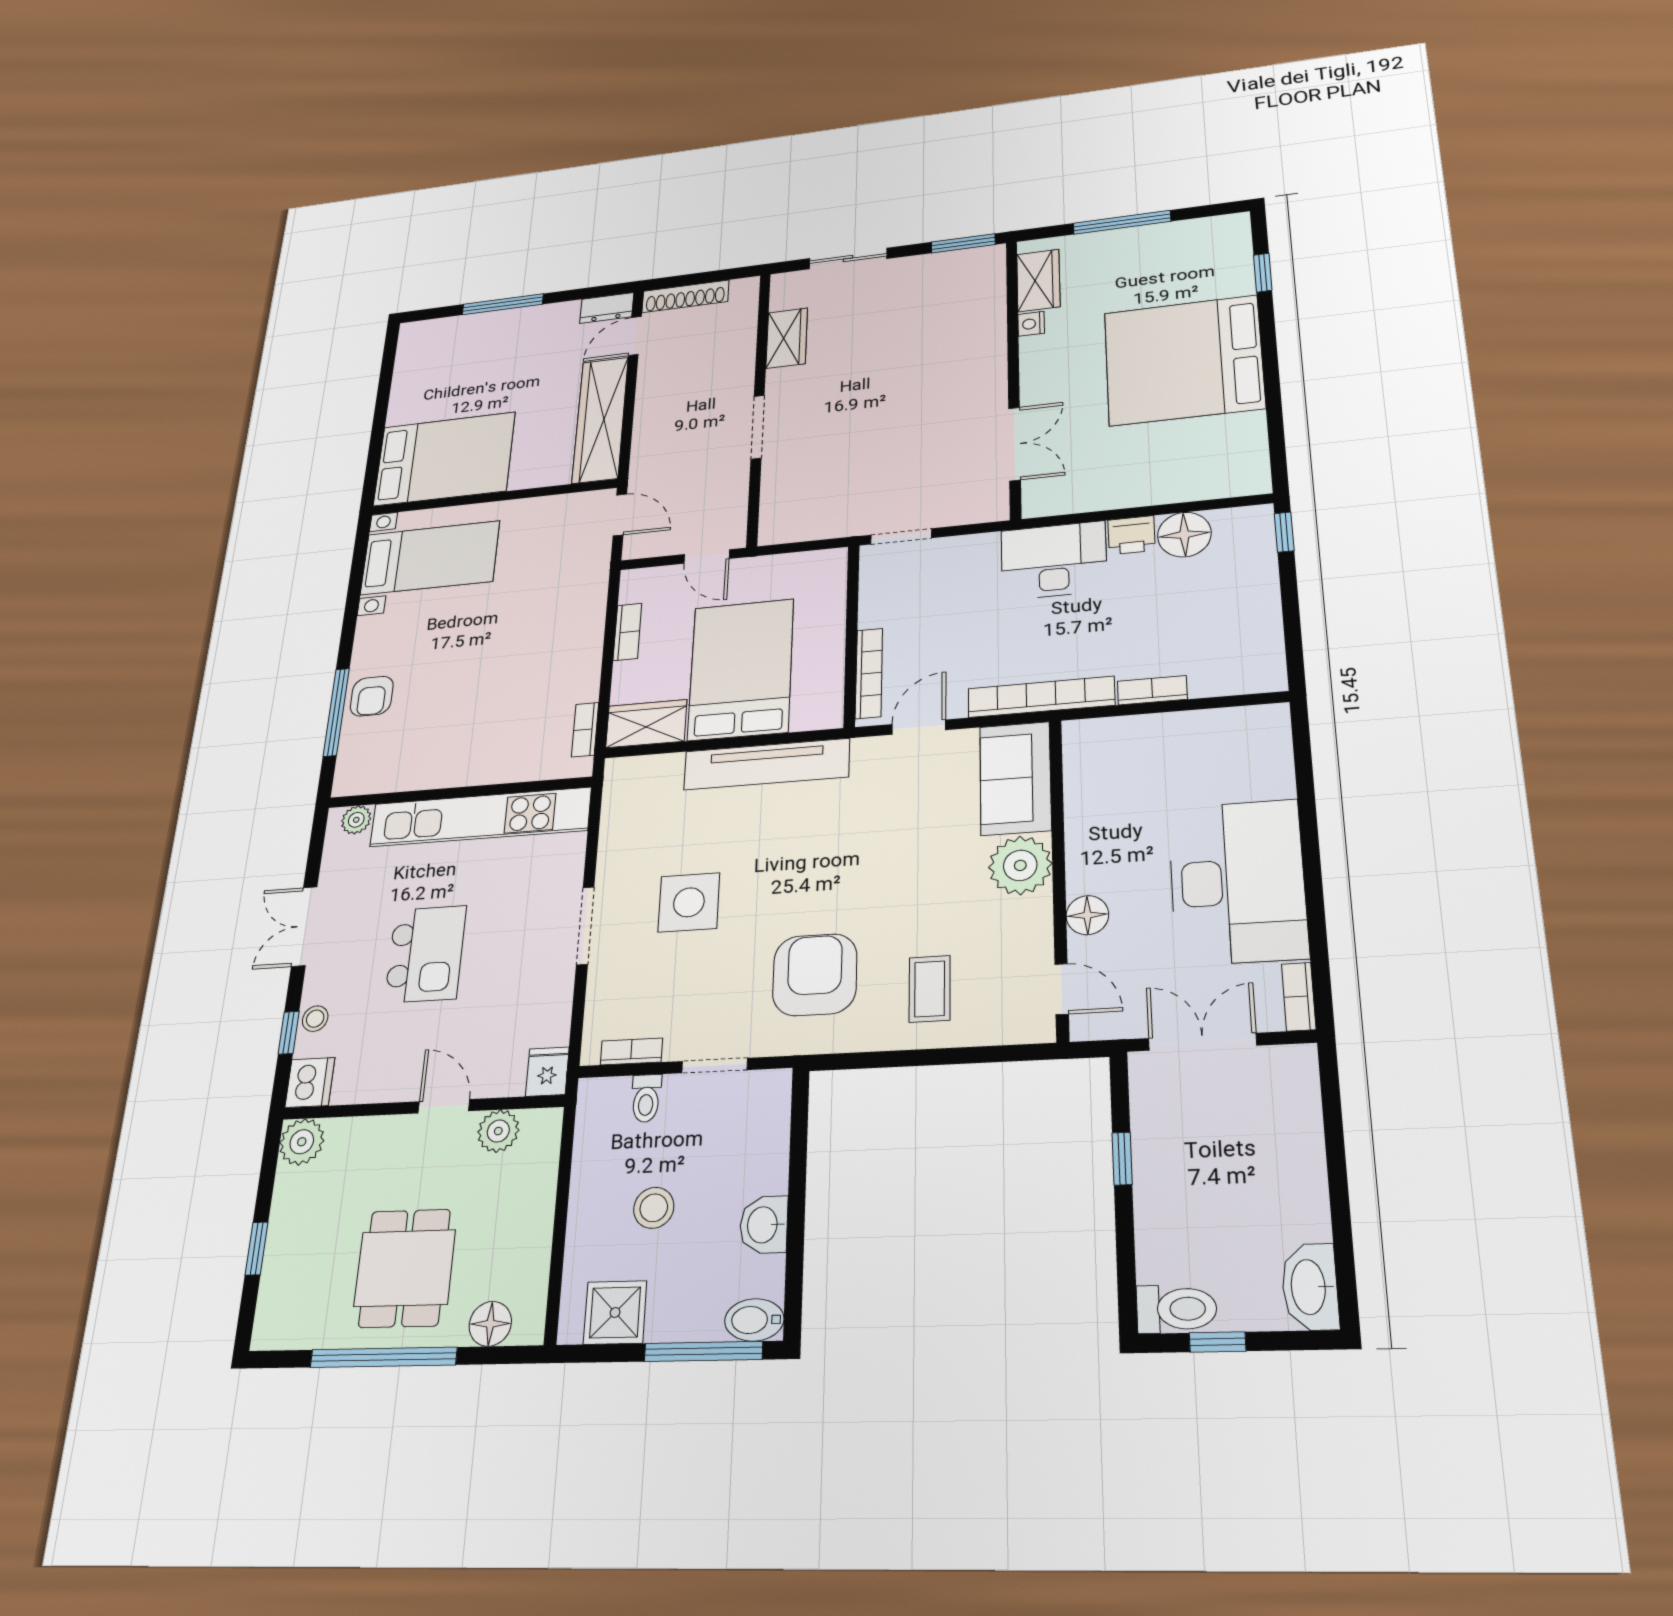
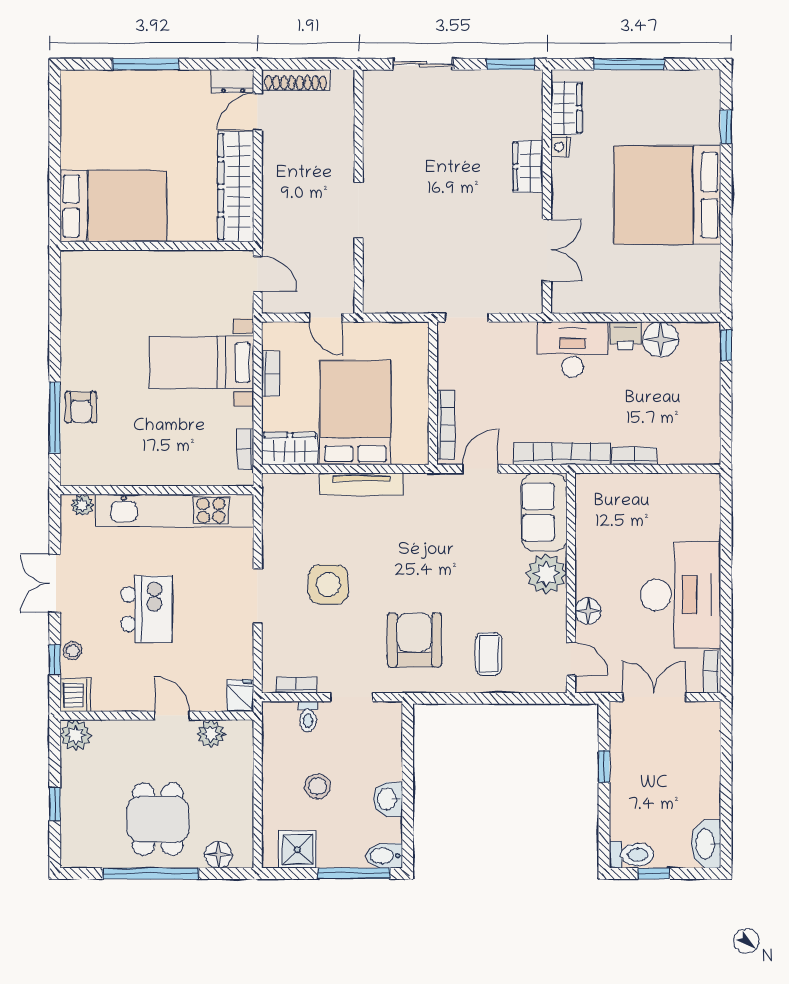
wardrobe: (787, 338) -> (528, 166), moved, turned 180
bed with nightstands: (430, 558) -> (202, 362), moved, turned 180
tv unit: (766, 764) -> (362, 484), width x0.73, depth x0.78

